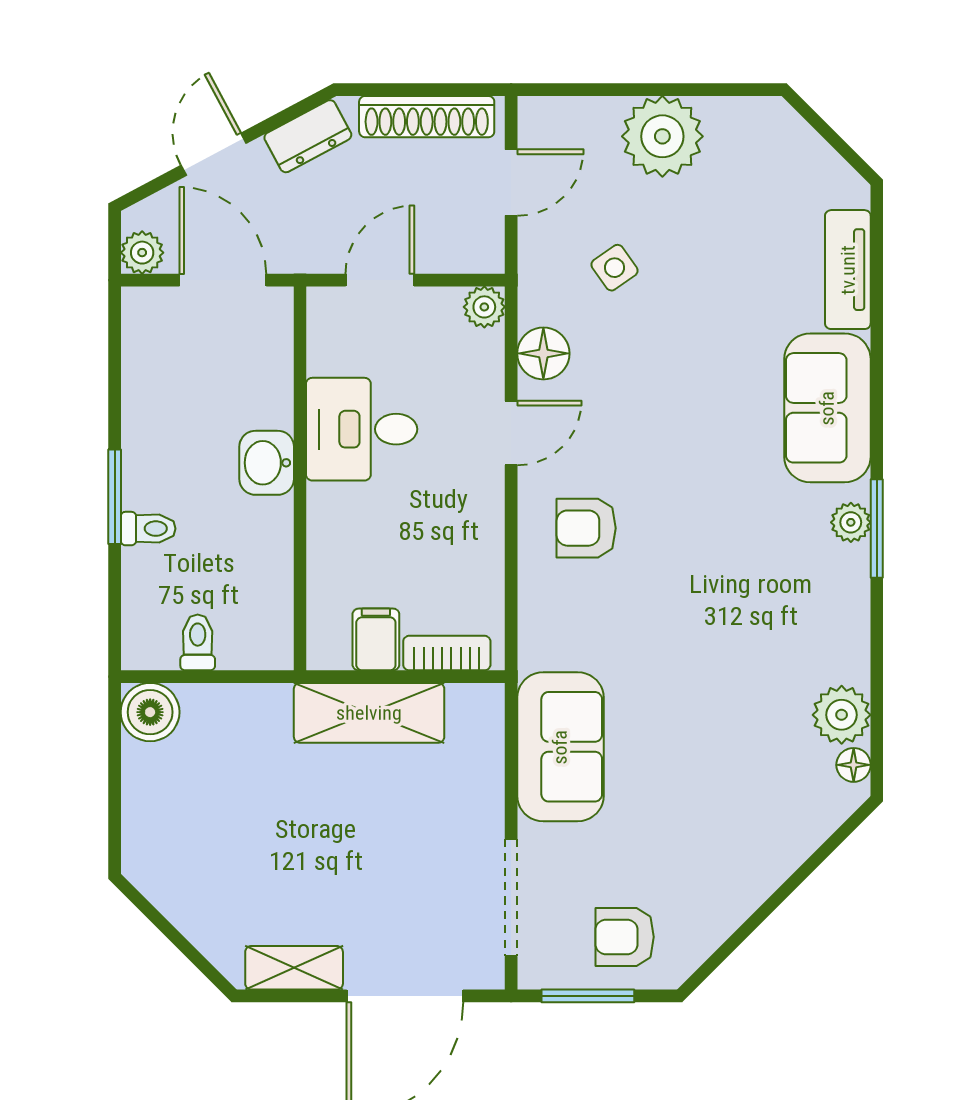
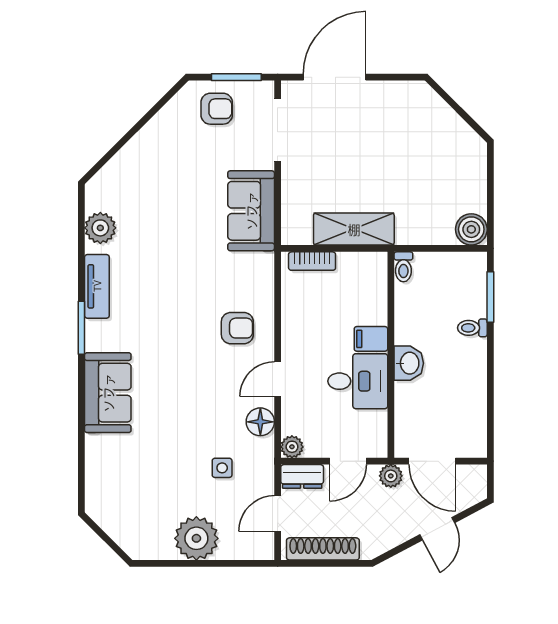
dresser: (308, 136) -> (302, 476), moved, turned -152
plant: (142, 253) -> (391, 476), moved
side table: (614, 268) -> (222, 468), turned 35
tv unit: (848, 270) -> (97, 286), moved
window: (115, 497) -> (490, 297), moved
plant: (851, 522) -> (95, 331), removed
filing cabinet: (376, 639) -> (371, 339), moved, turned 90
toilet: (198, 642) -> (403, 267), moved
floor lamp: (854, 765) -> (94, 201), removed
shelving: (294, 968) -> (394, 92), removed

